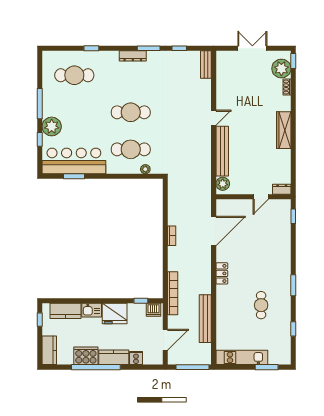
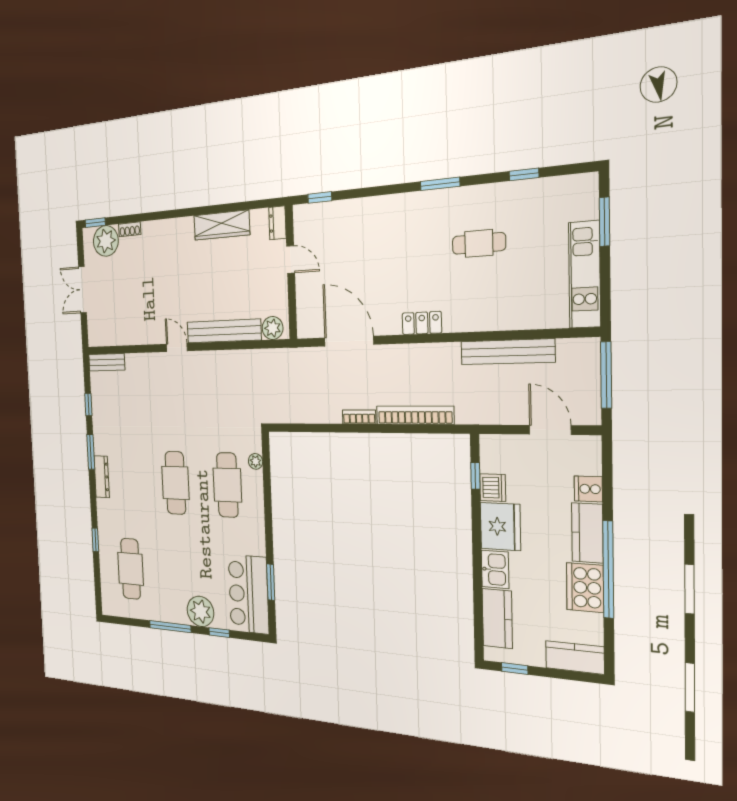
wardrobe: (284, 130) -> (222, 225), moved
bar counter: (74, 161) -> (249, 594), width x0.73
bookcase: (173, 293) -> (415, 415), moved
dishwasher: (153, 310) -> (493, 488), moved

